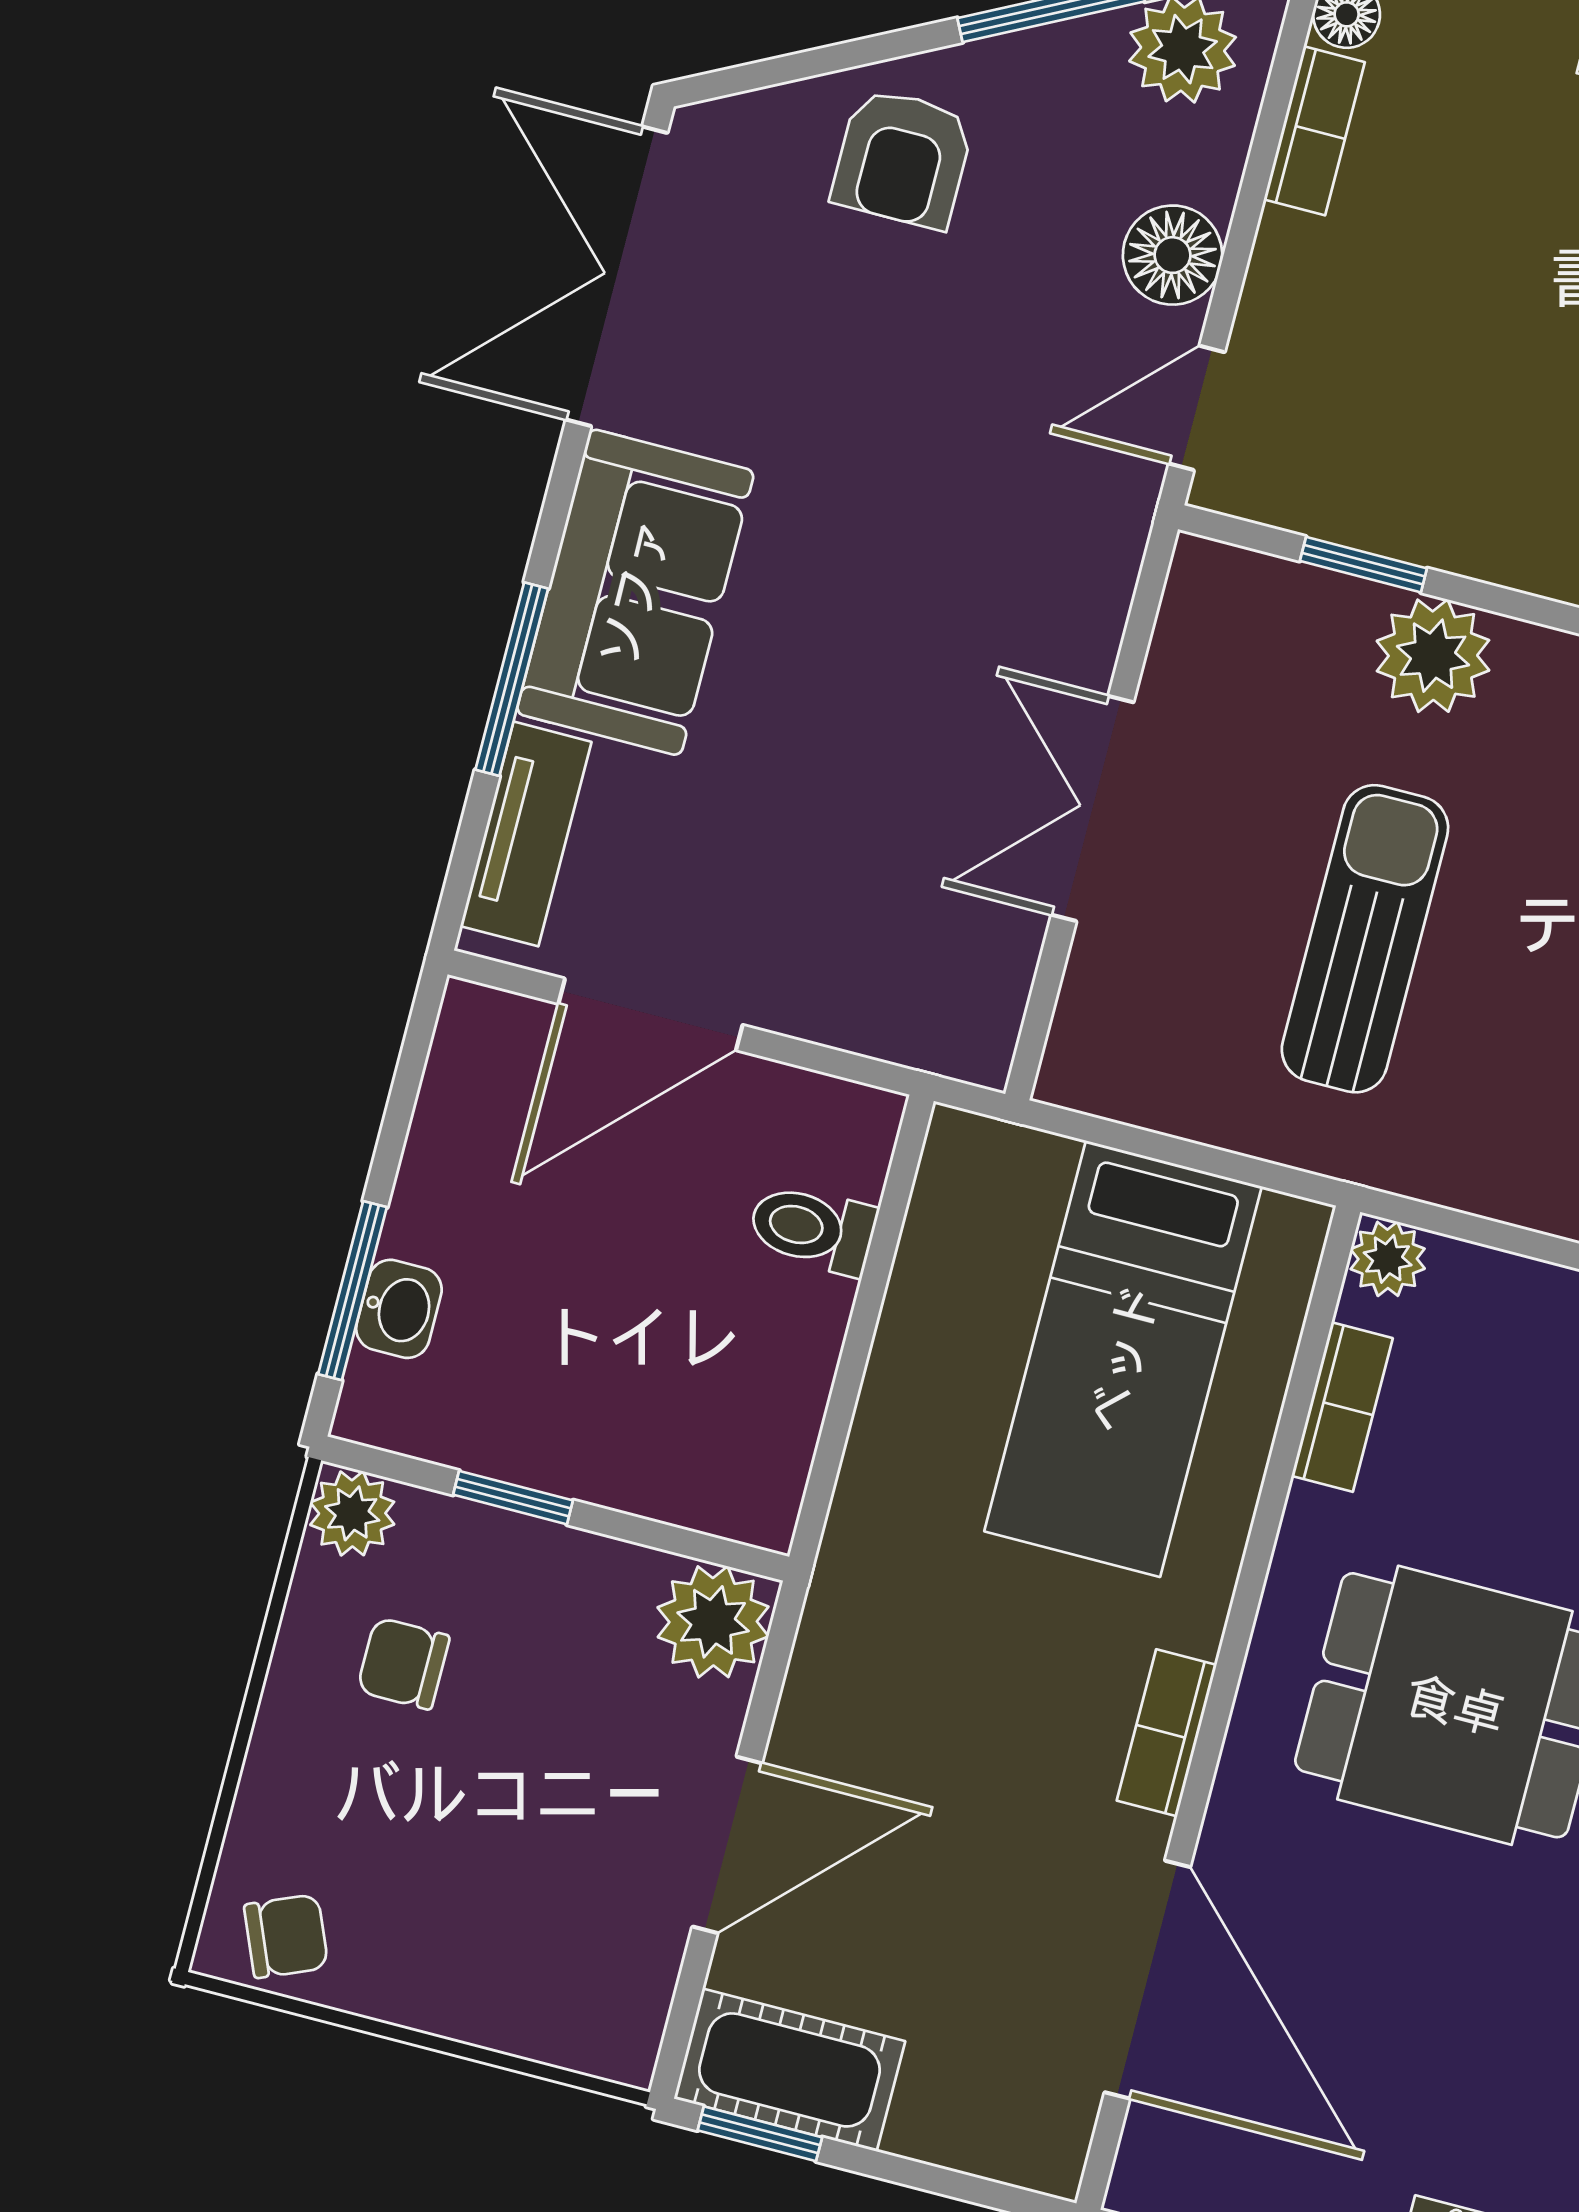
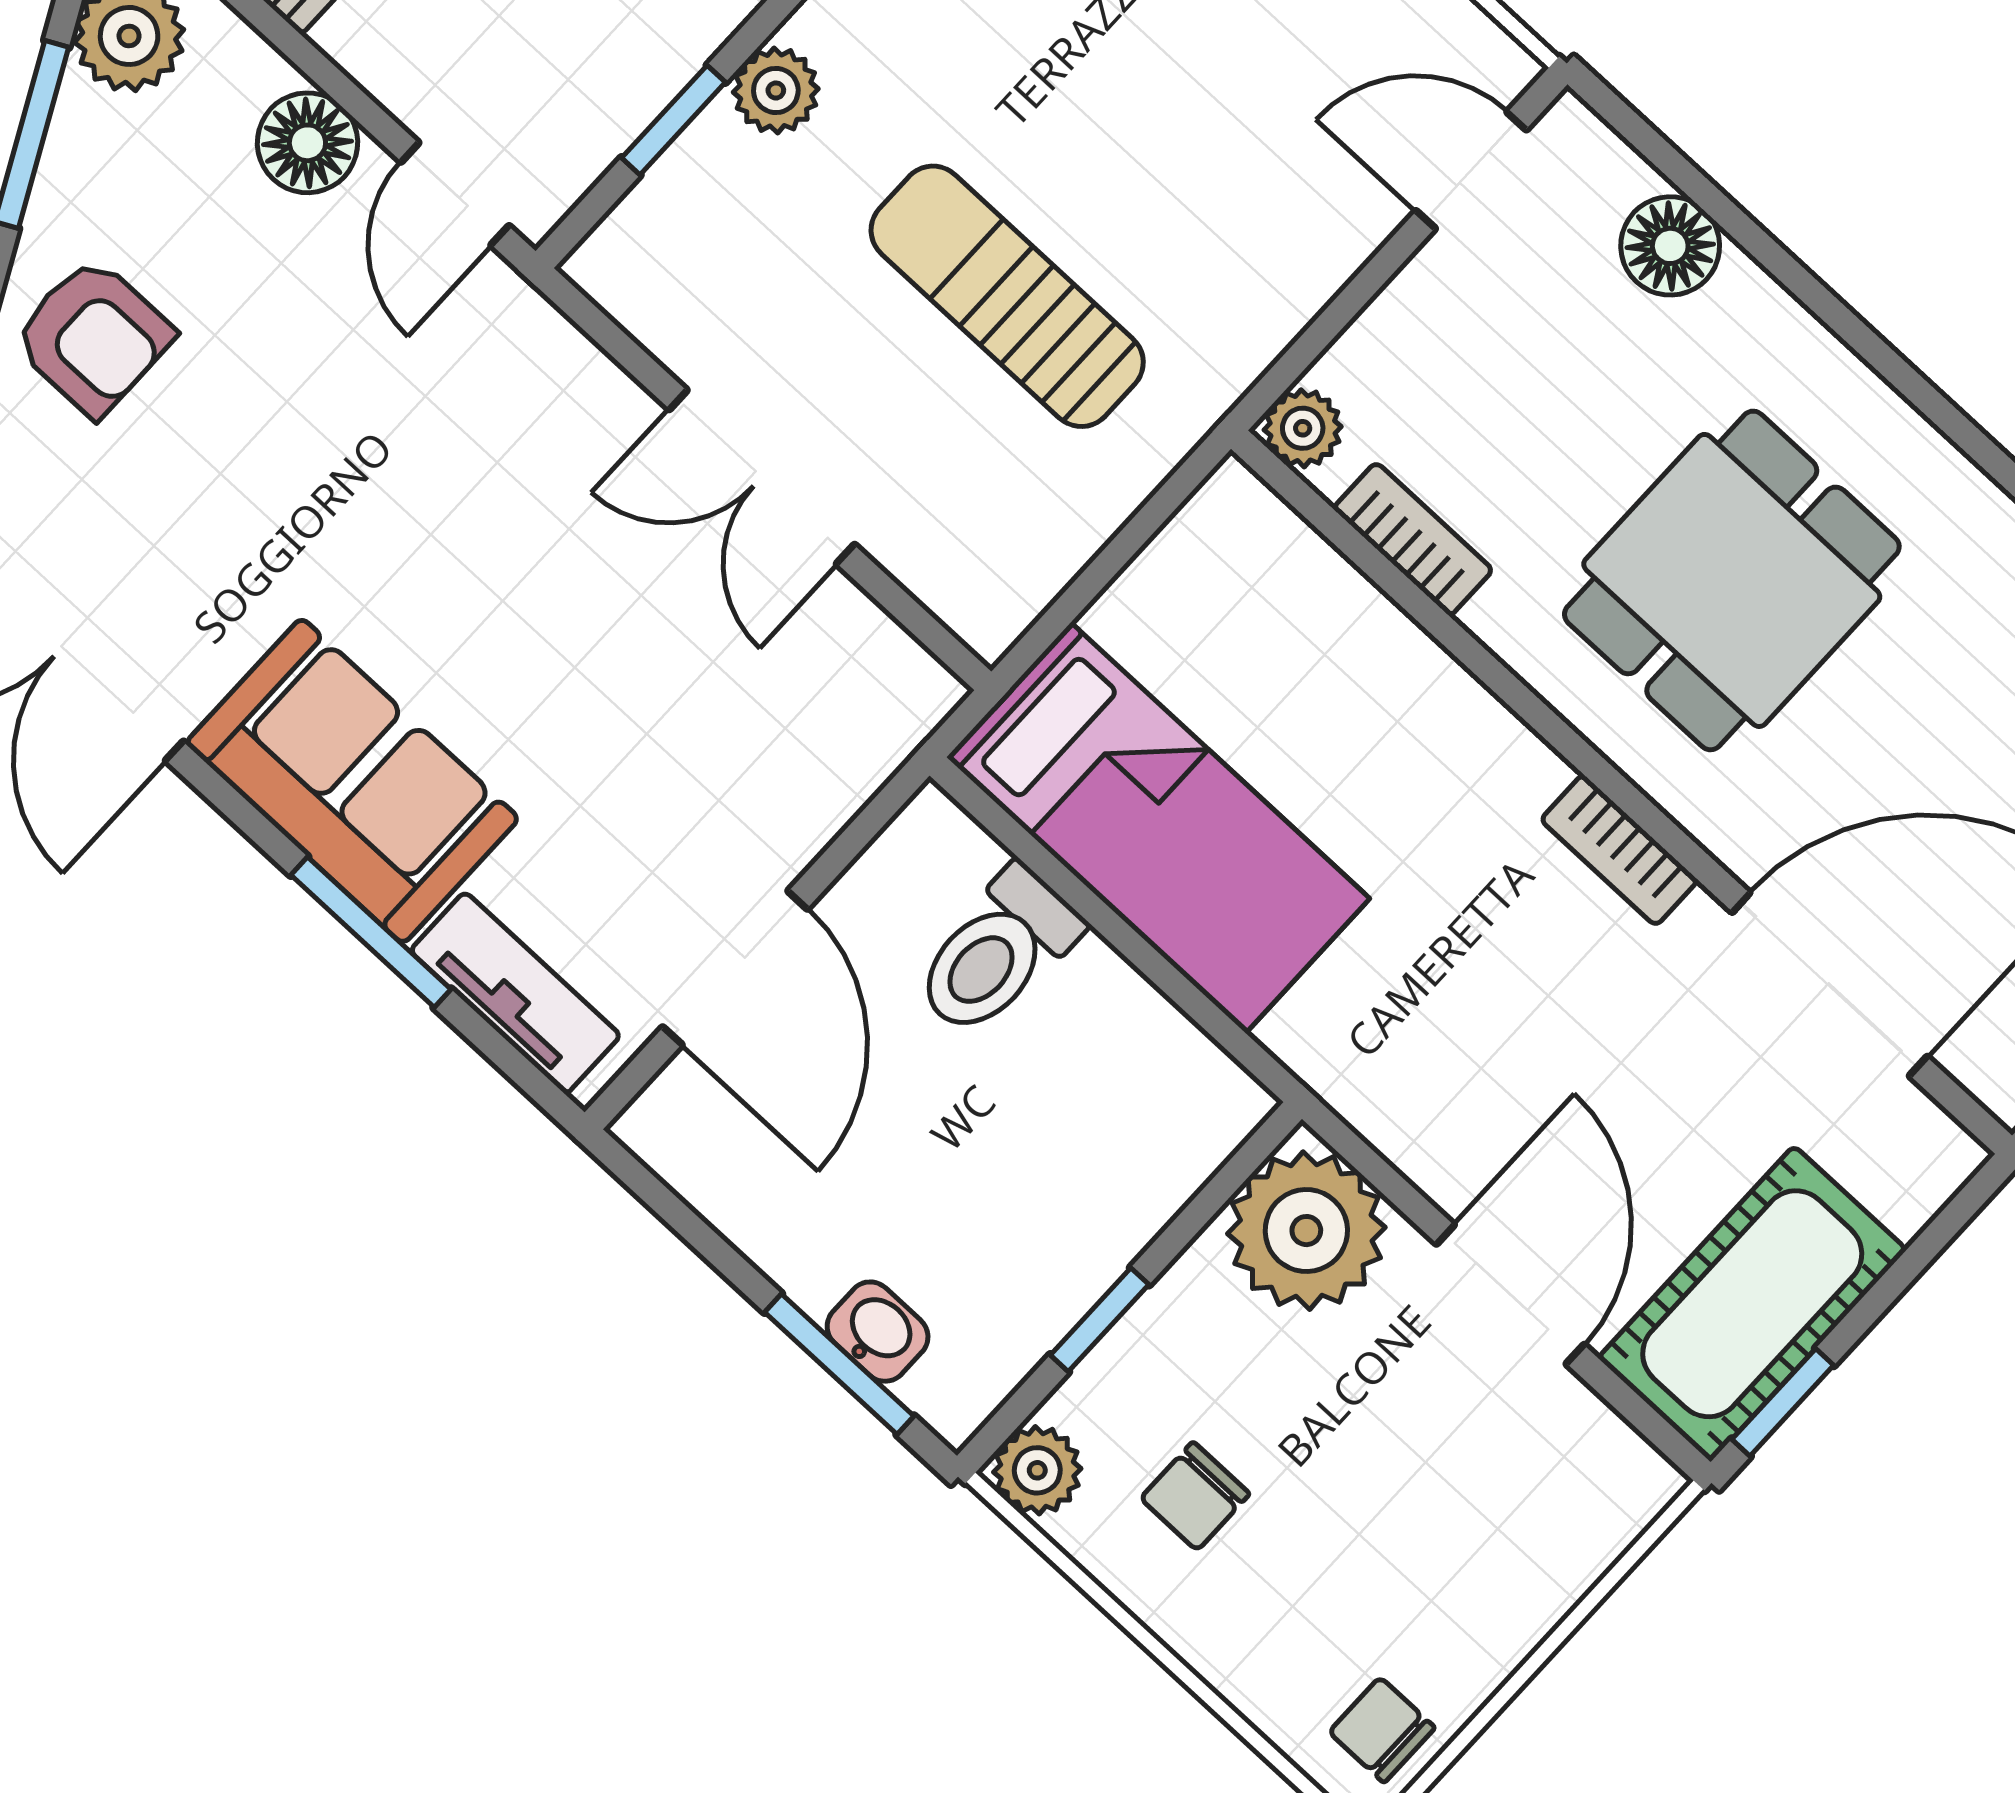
plant: (1433, 656) -> (776, 90), width x0.73, depth x0.73
toilet: (813, 1229) -> (997, 952), width x1.37, depth x1.39
bed: (1123, 1359) -> (1158, 828), moved
plant: (713, 1622) -> (1306, 1231), width x1.36, depth x1.36
chair: (286, 1936) -> (1382, 1730), turned -67
cot: (789, 2070) -> (1752, 1304), width x1.37, depth x1.34

